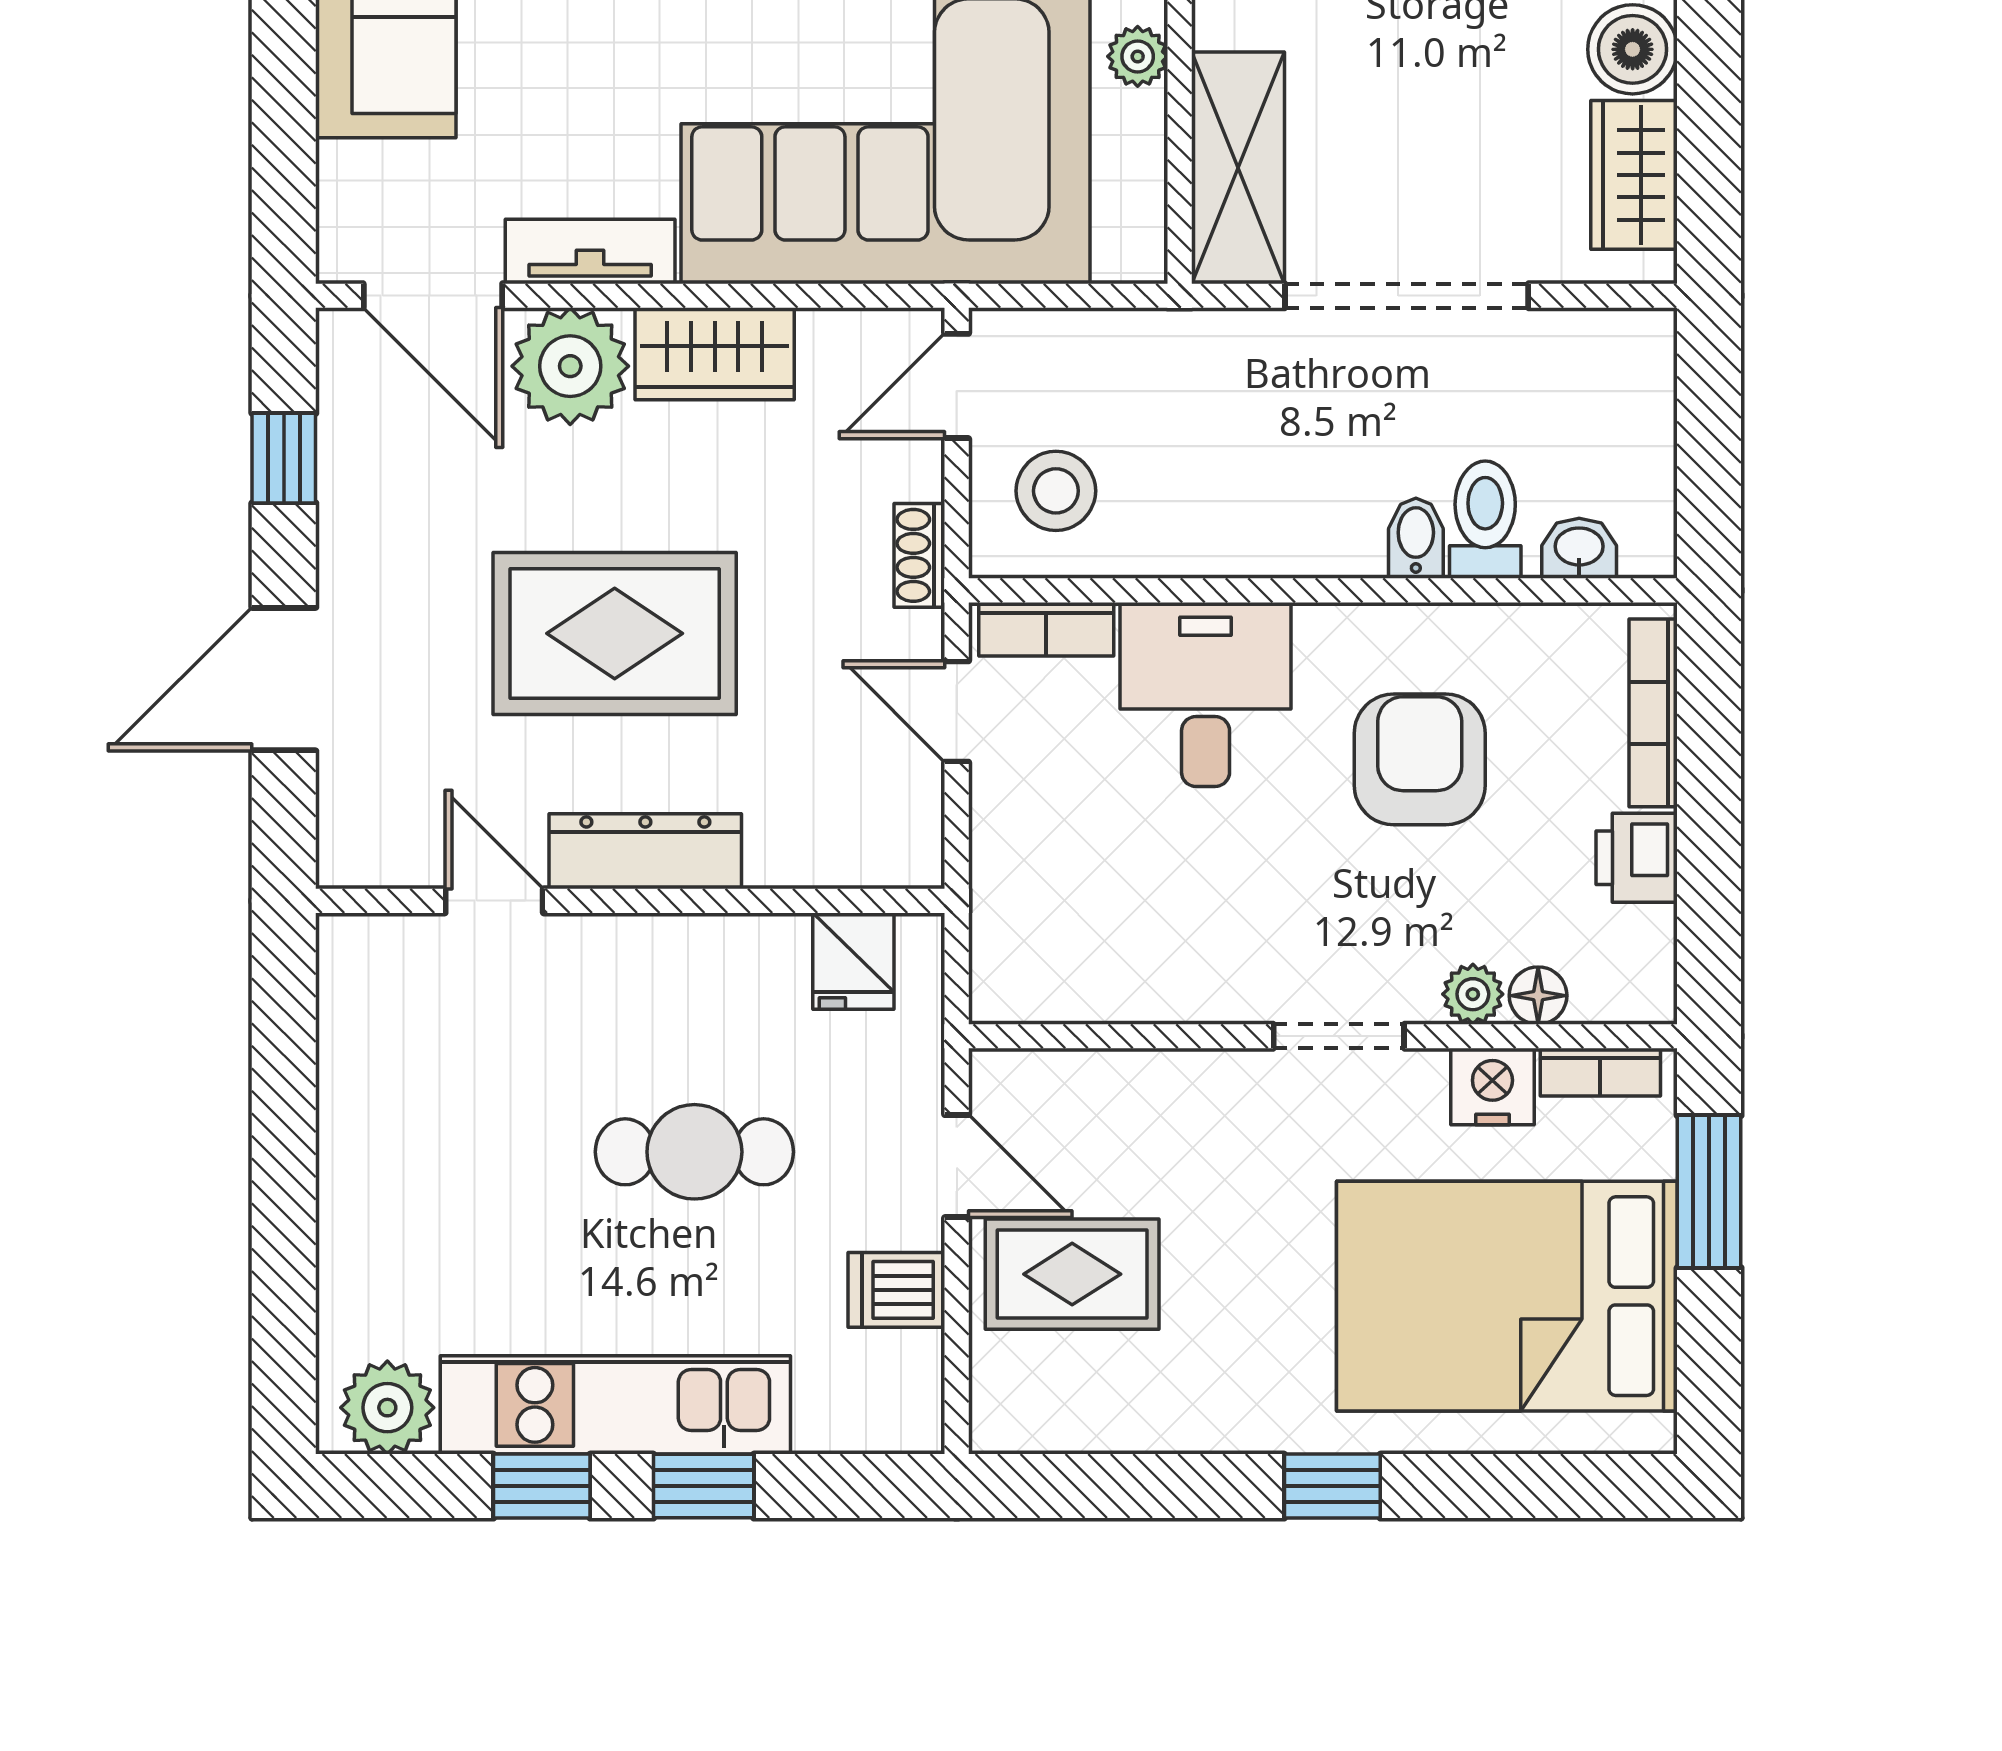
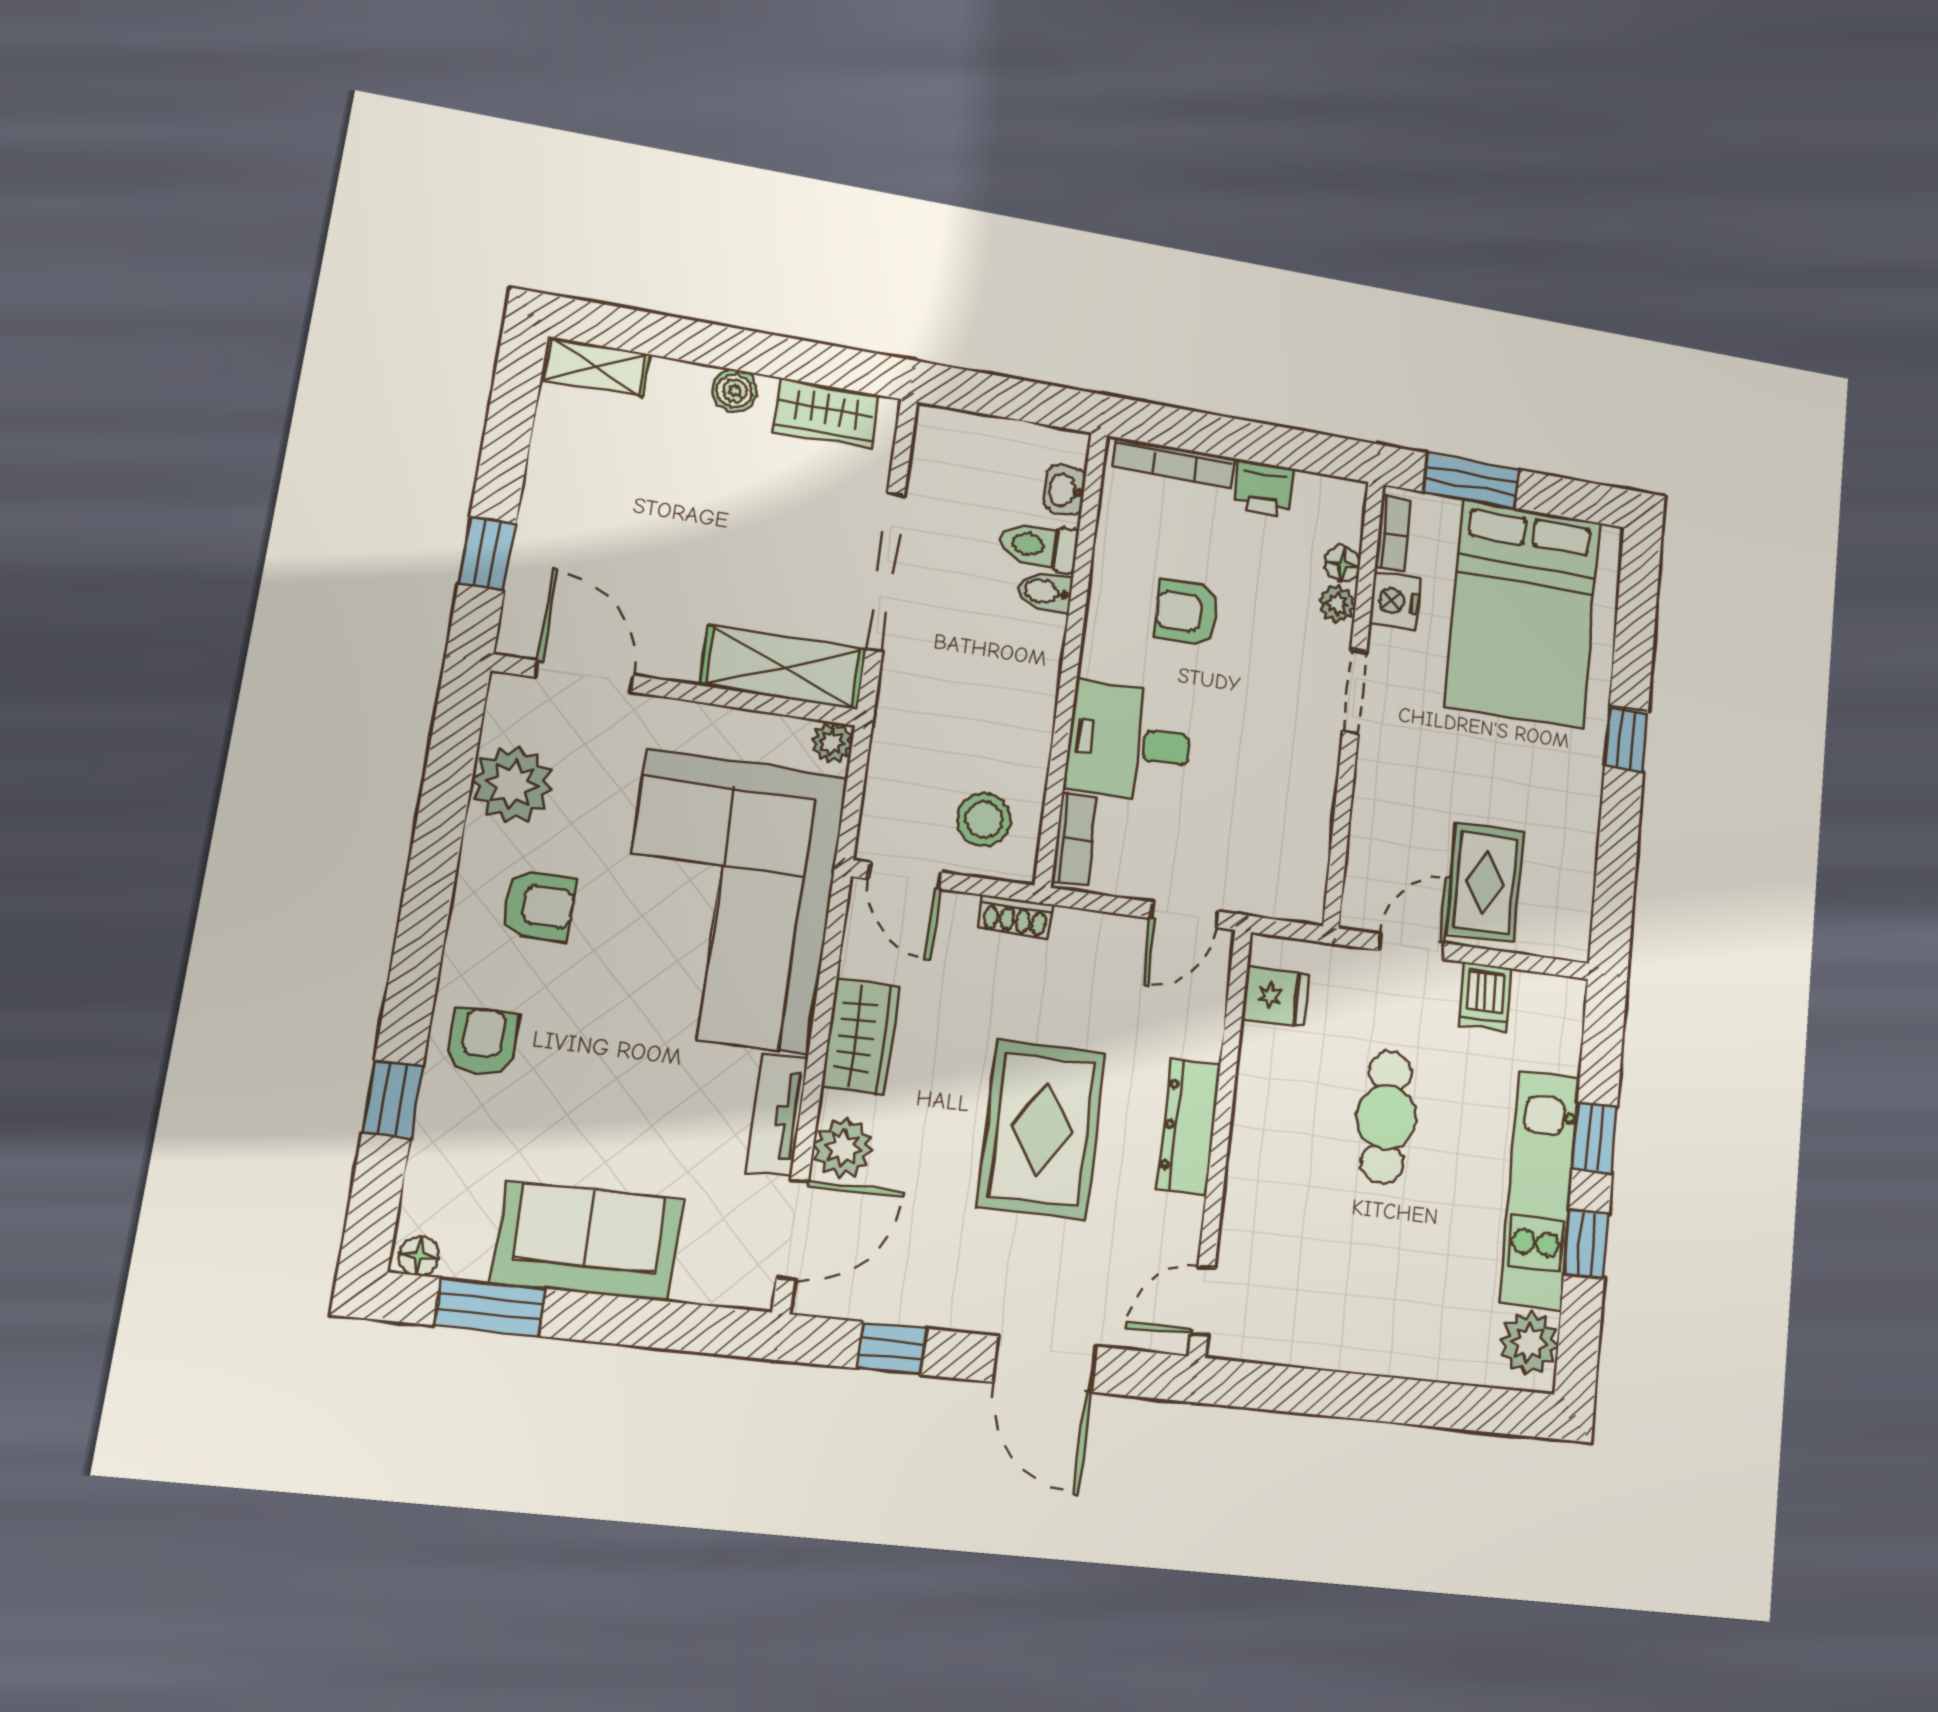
boiler: (1633, 49) -> (735, 391), width x0.73, depth x0.73
plant: (1138, 56) -> (832, 742), moved
plant: (570, 366) -> (843, 1148), width x0.73, depth x0.73
door: (957, 712) -> (1184, 915), moved
armchair: (1420, 759) -> (1187, 613), width x0.72, depth x0.72
door: (494, 901) -> (1203, 1301), moved

